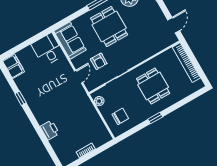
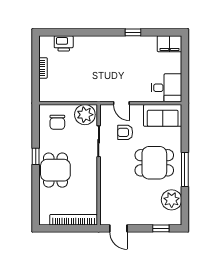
dining table: (153, 86) -> (55, 170), moved, turned 90
plant: (99, 101) -> (85, 115), width x1.88, depth x1.88
printer: (50, 130) -> (64, 43), moved

